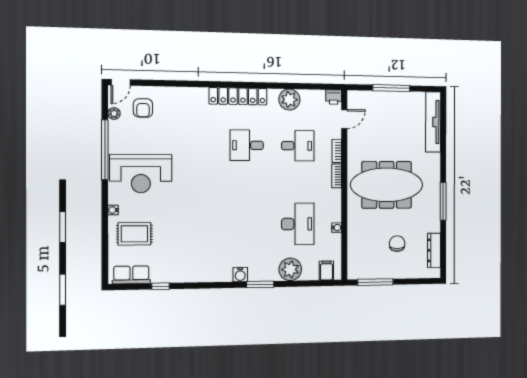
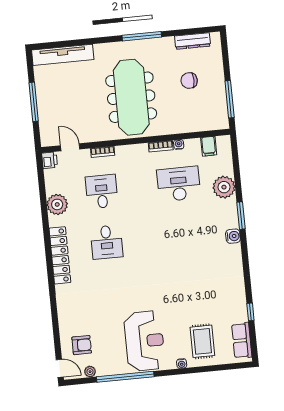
bookcase: (337, 176) -> (161, 146), moved
filing cabinet: (326, 271) -> (209, 146), moved, turned -90

